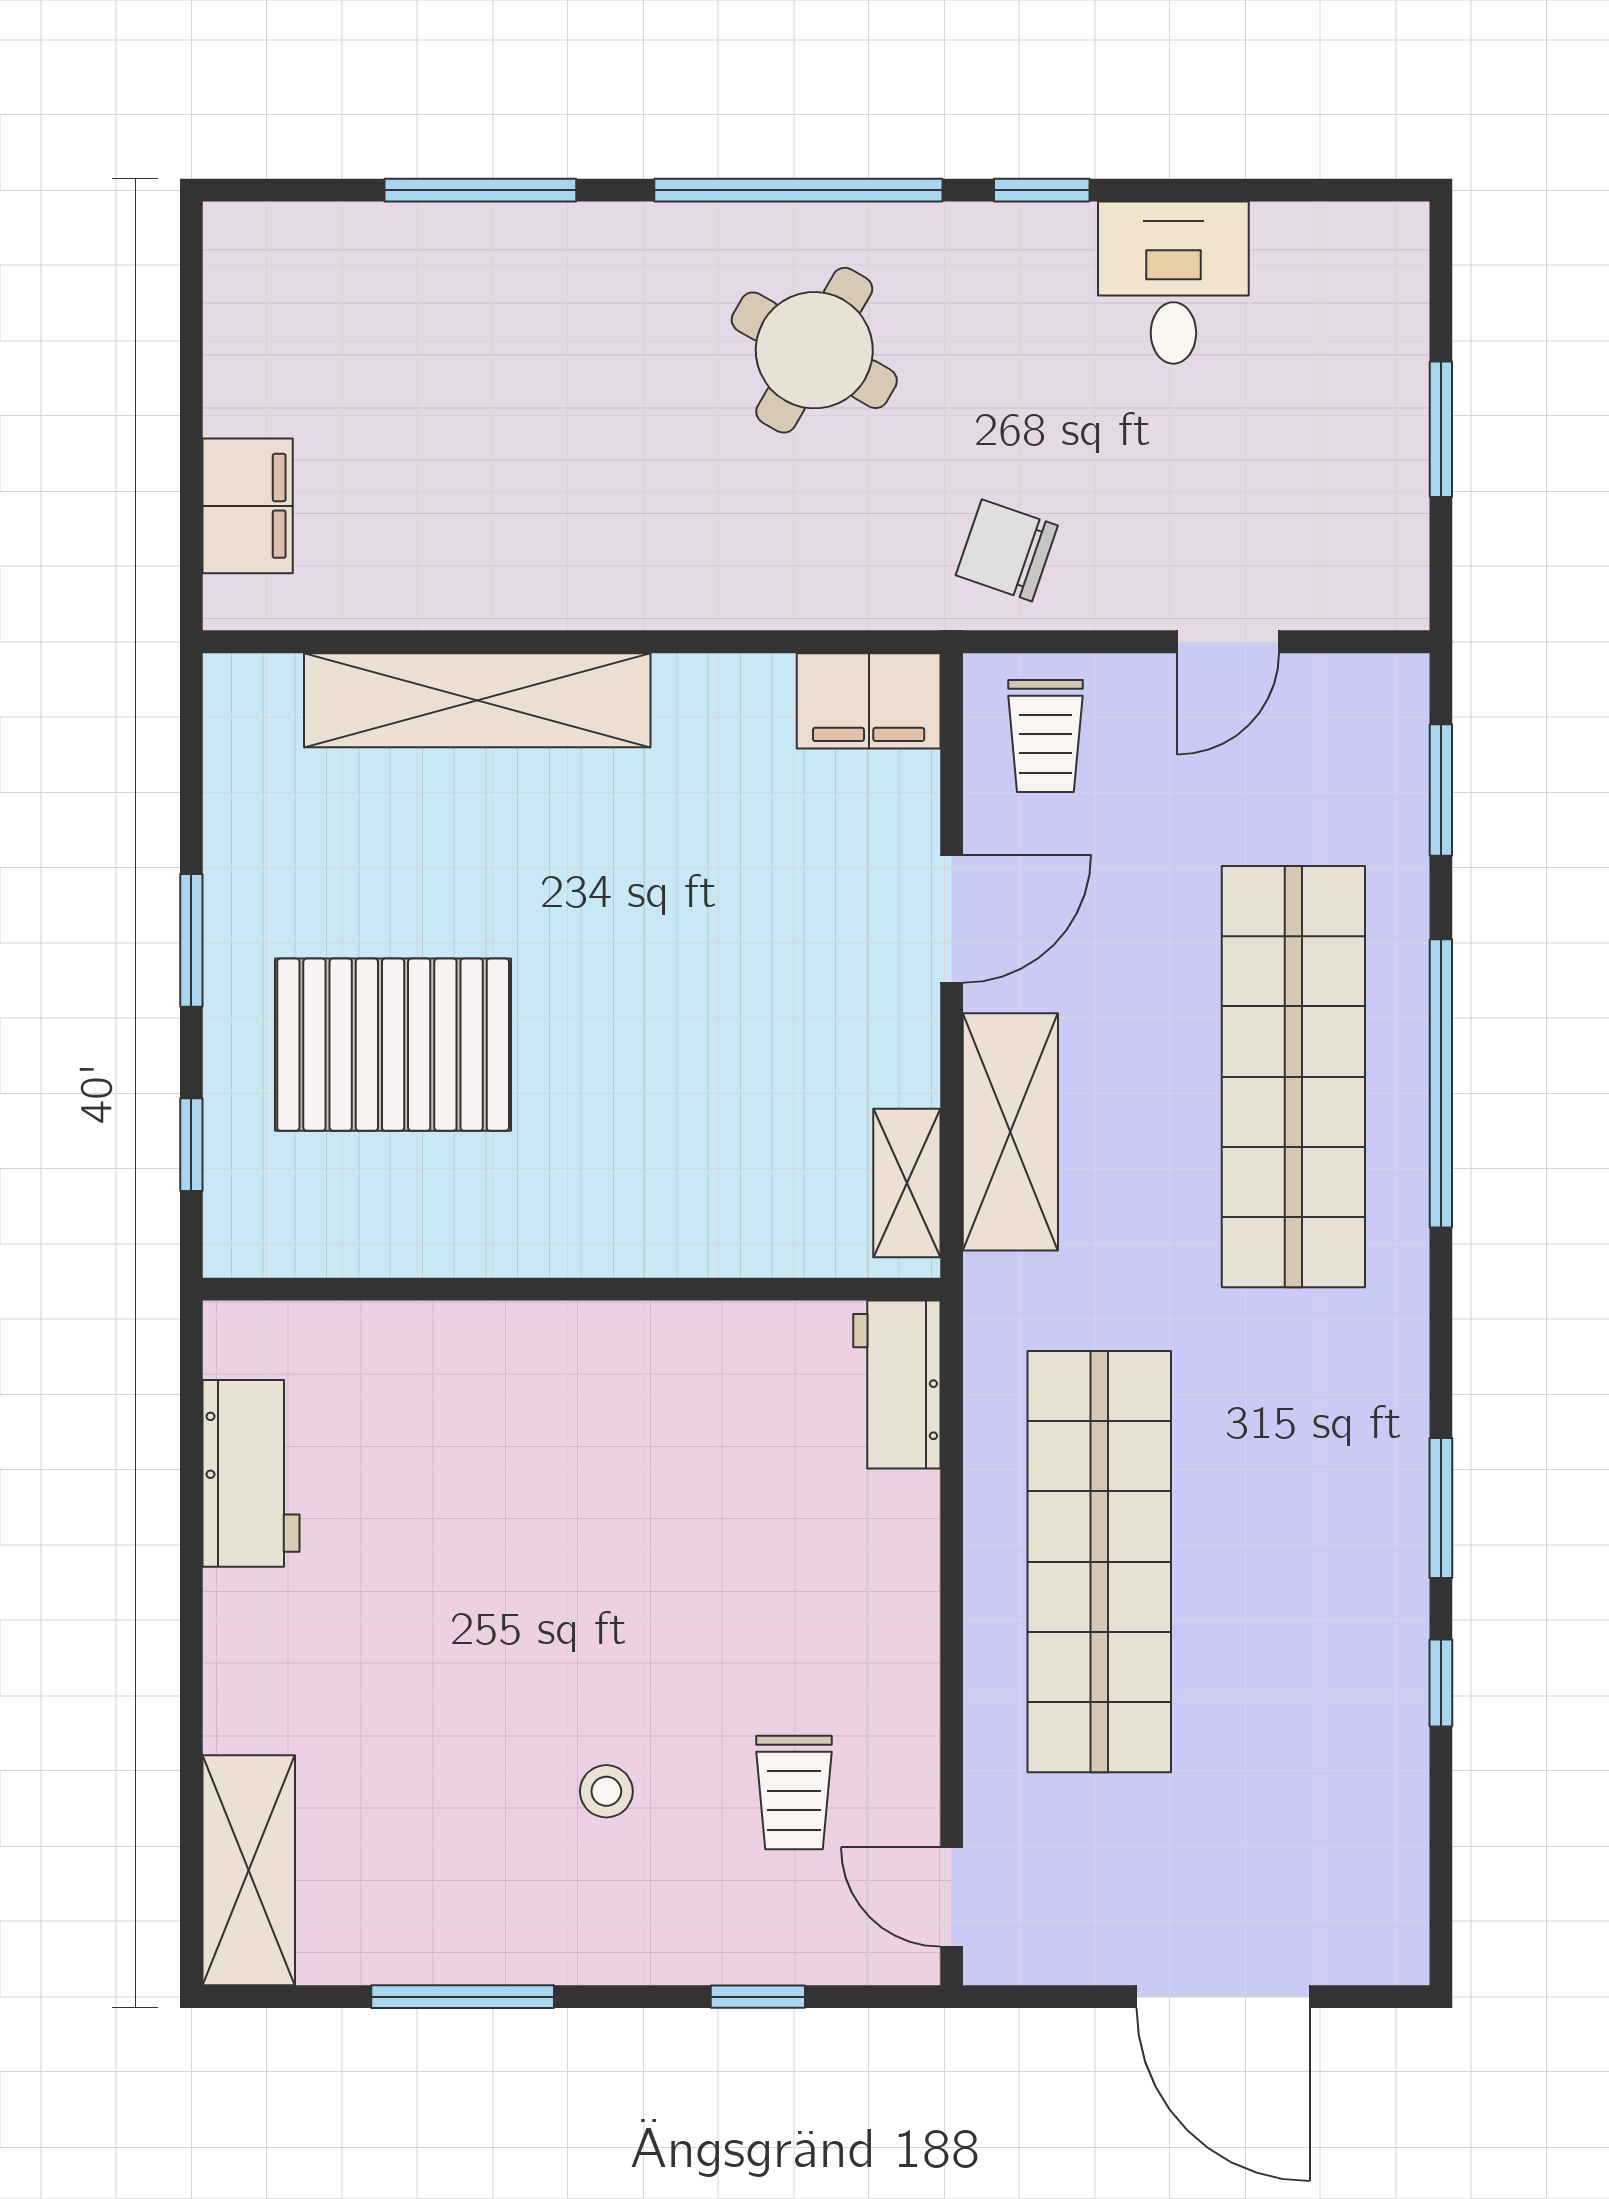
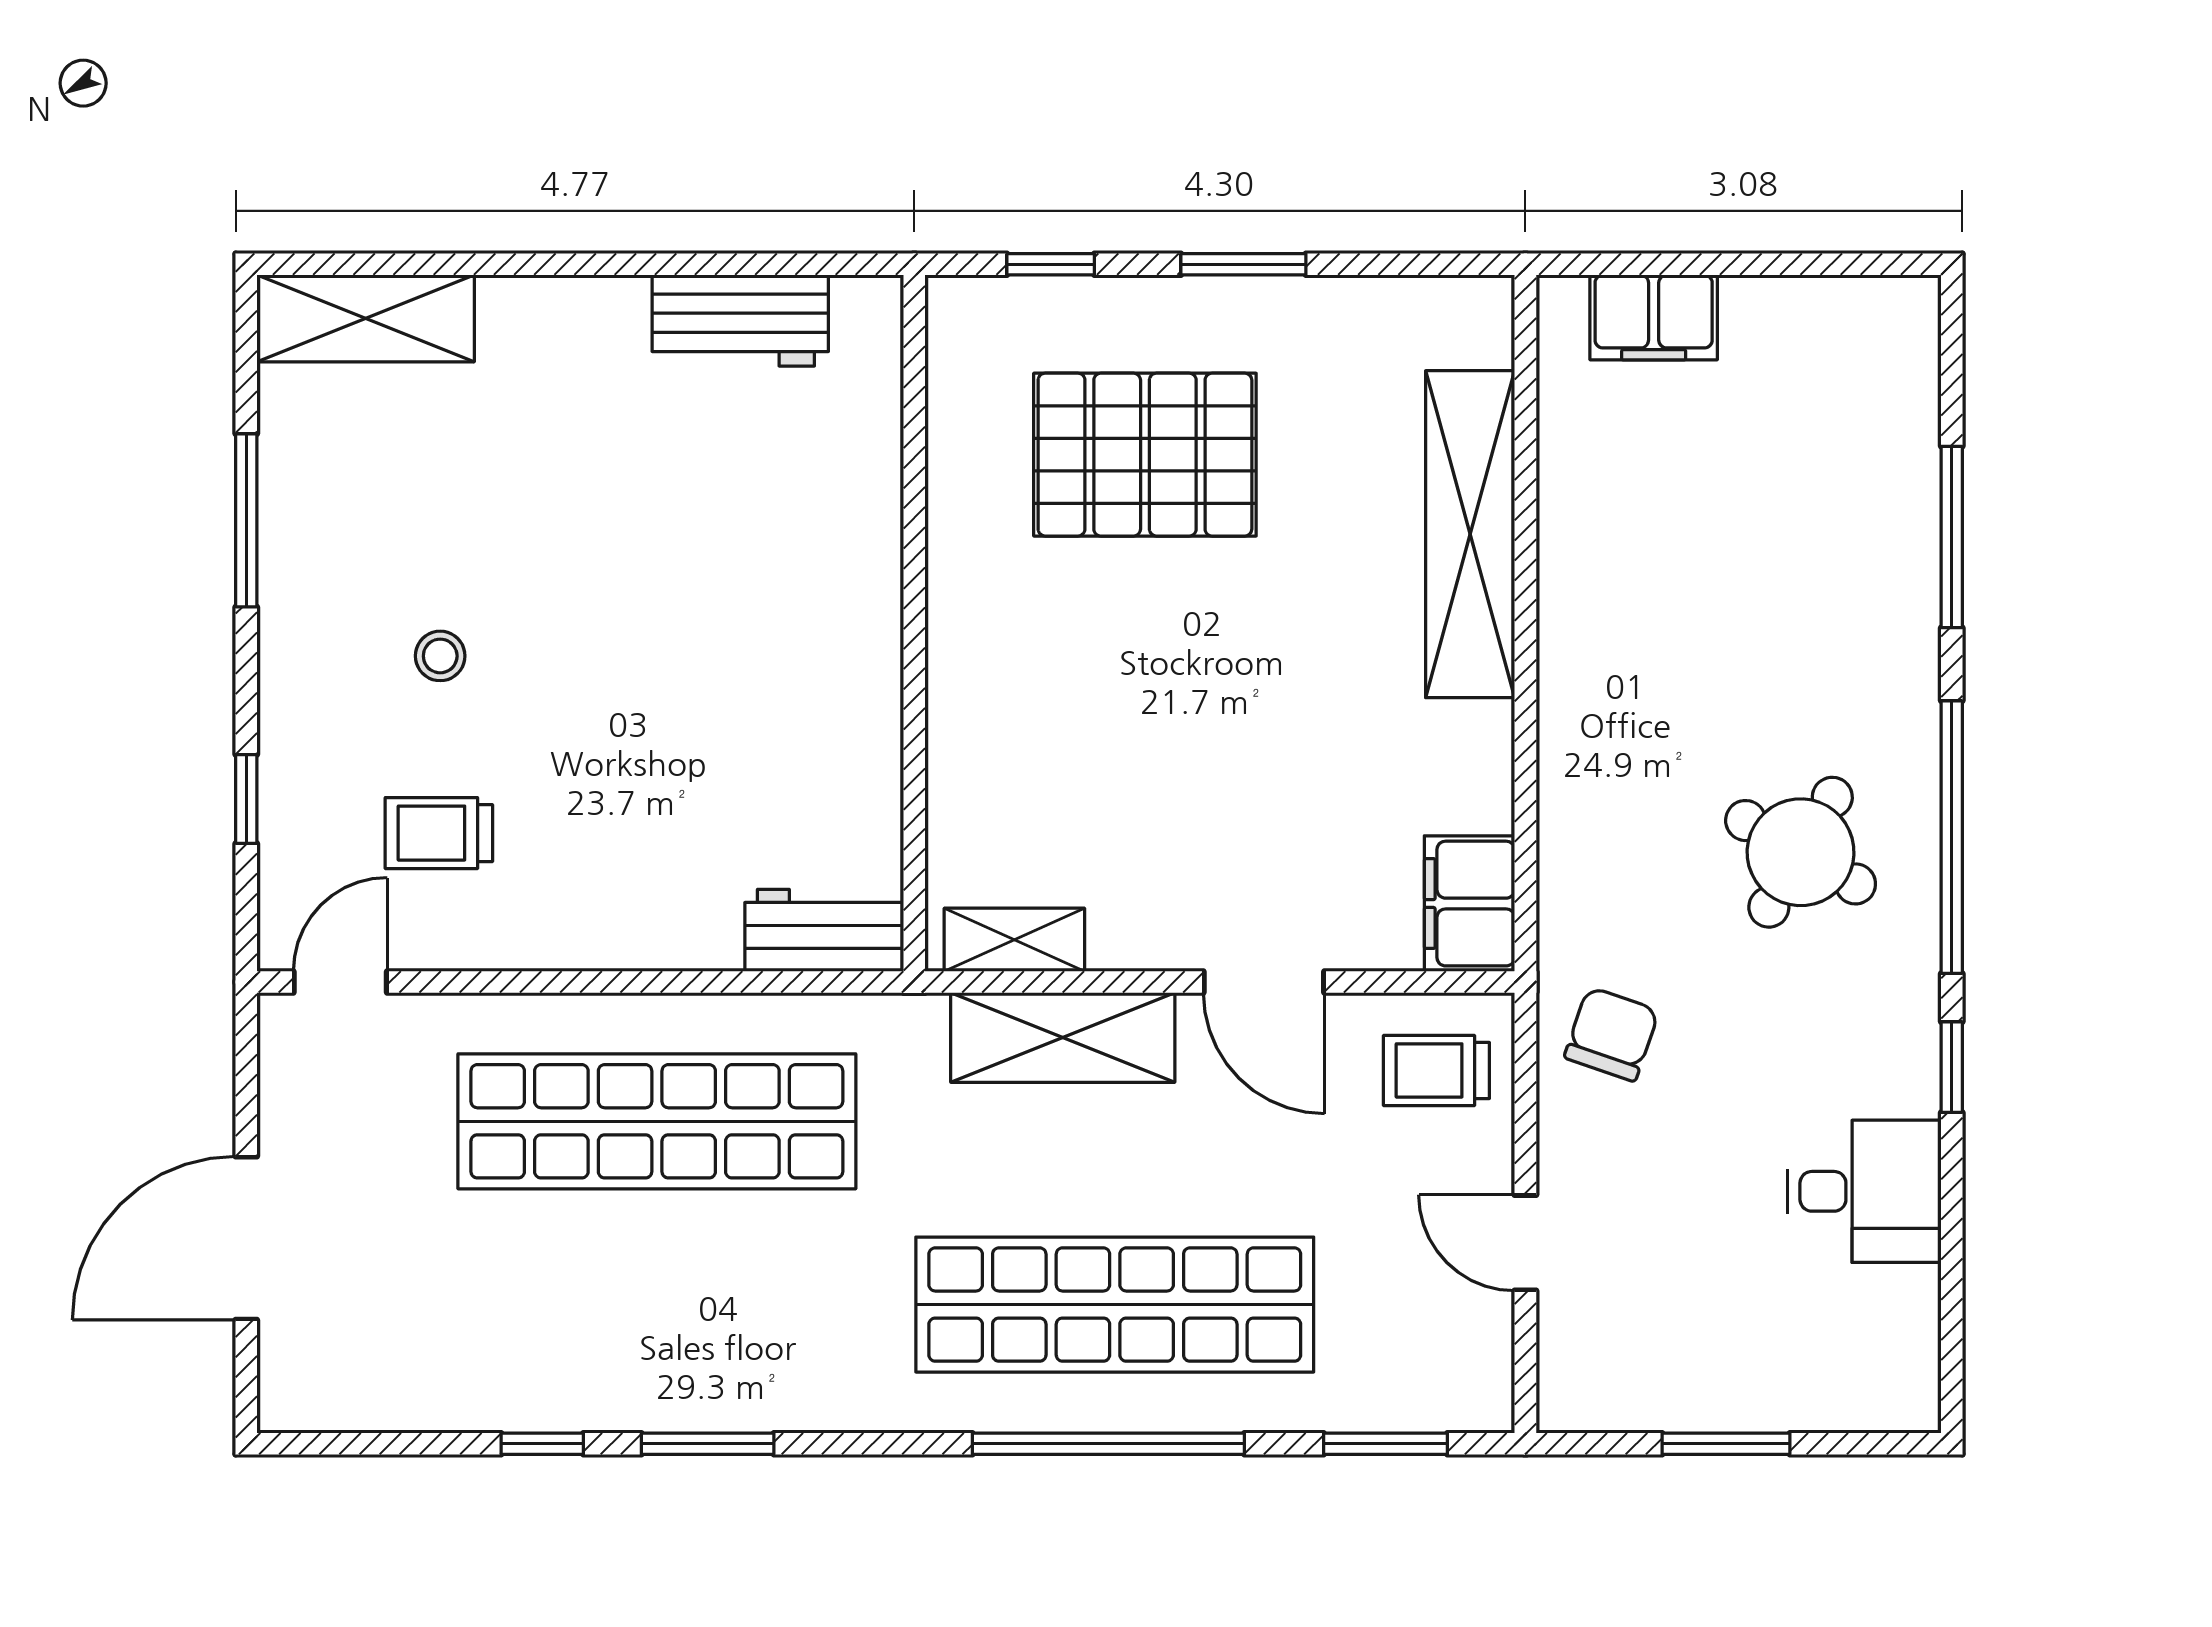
pallet: (393, 1045) -> (1145, 455), turned 90

